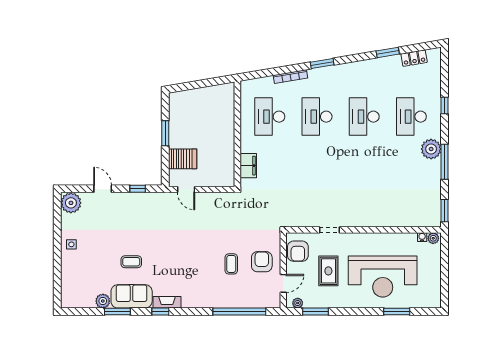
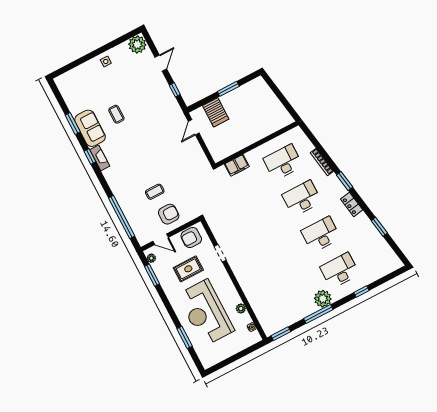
locker: (414, 58) -> (352, 204), moved
plant: (433, 238) -> (241, 308), moved
plant: (103, 301) -> (75, 108), removed

